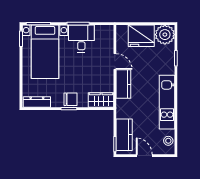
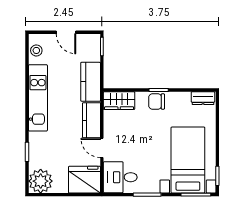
fridge: (141, 36) -> (84, 180), moved
desk: (81, 38) -> (120, 177), moved, turned 90
dresser: (37, 102) -> (203, 98), width x0.70
kitchen counter: (124, 135) -> (91, 82), moved

